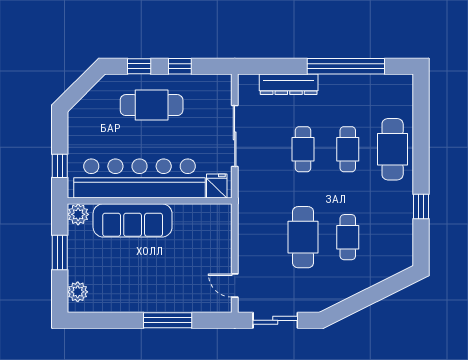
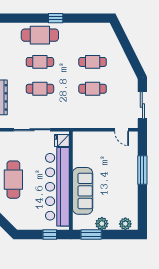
window: (421, 207) -> (56, 18), moved
plant: (78, 214) -> (102, 224), moved
cafe table: (303, 237) -> (93, 89), width x0.73, depth x0.74
window: (60, 253) -> (91, 235), moved
door: (235, 286) -> (122, 130), hinge flipped

